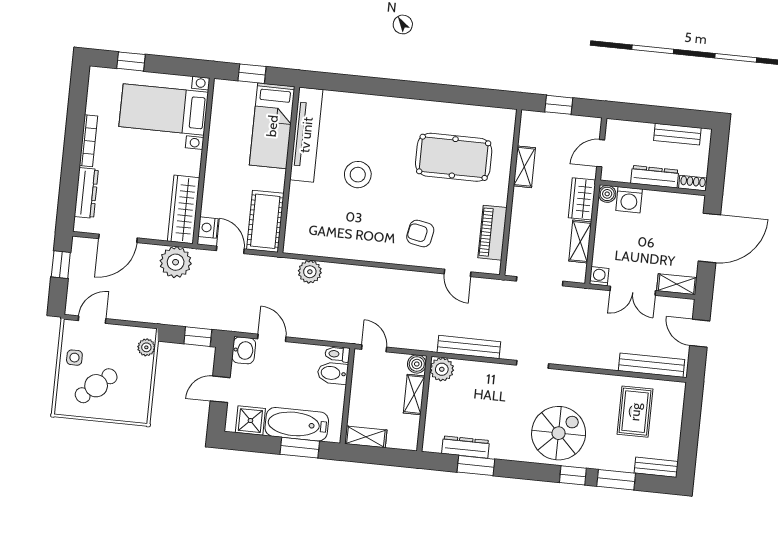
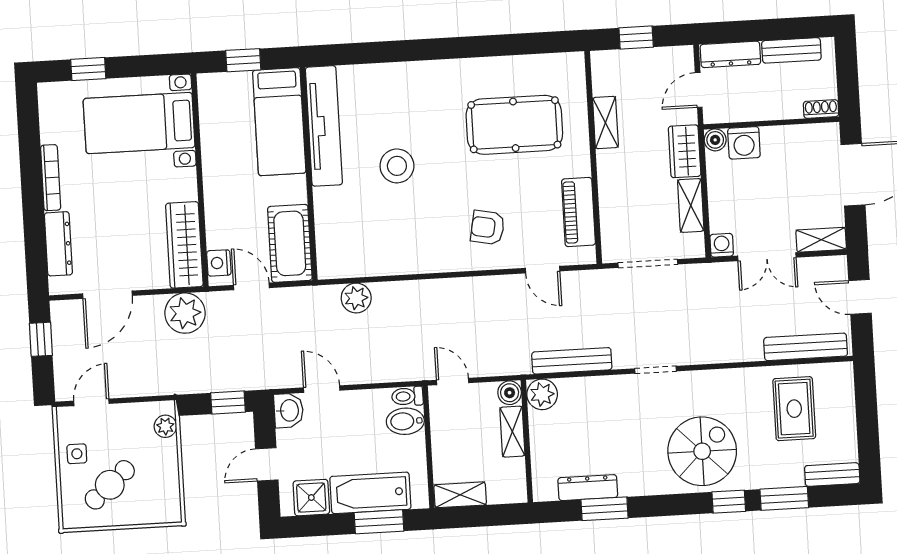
dresser: (655, 177) -> (730, 54), moved, turned 180

